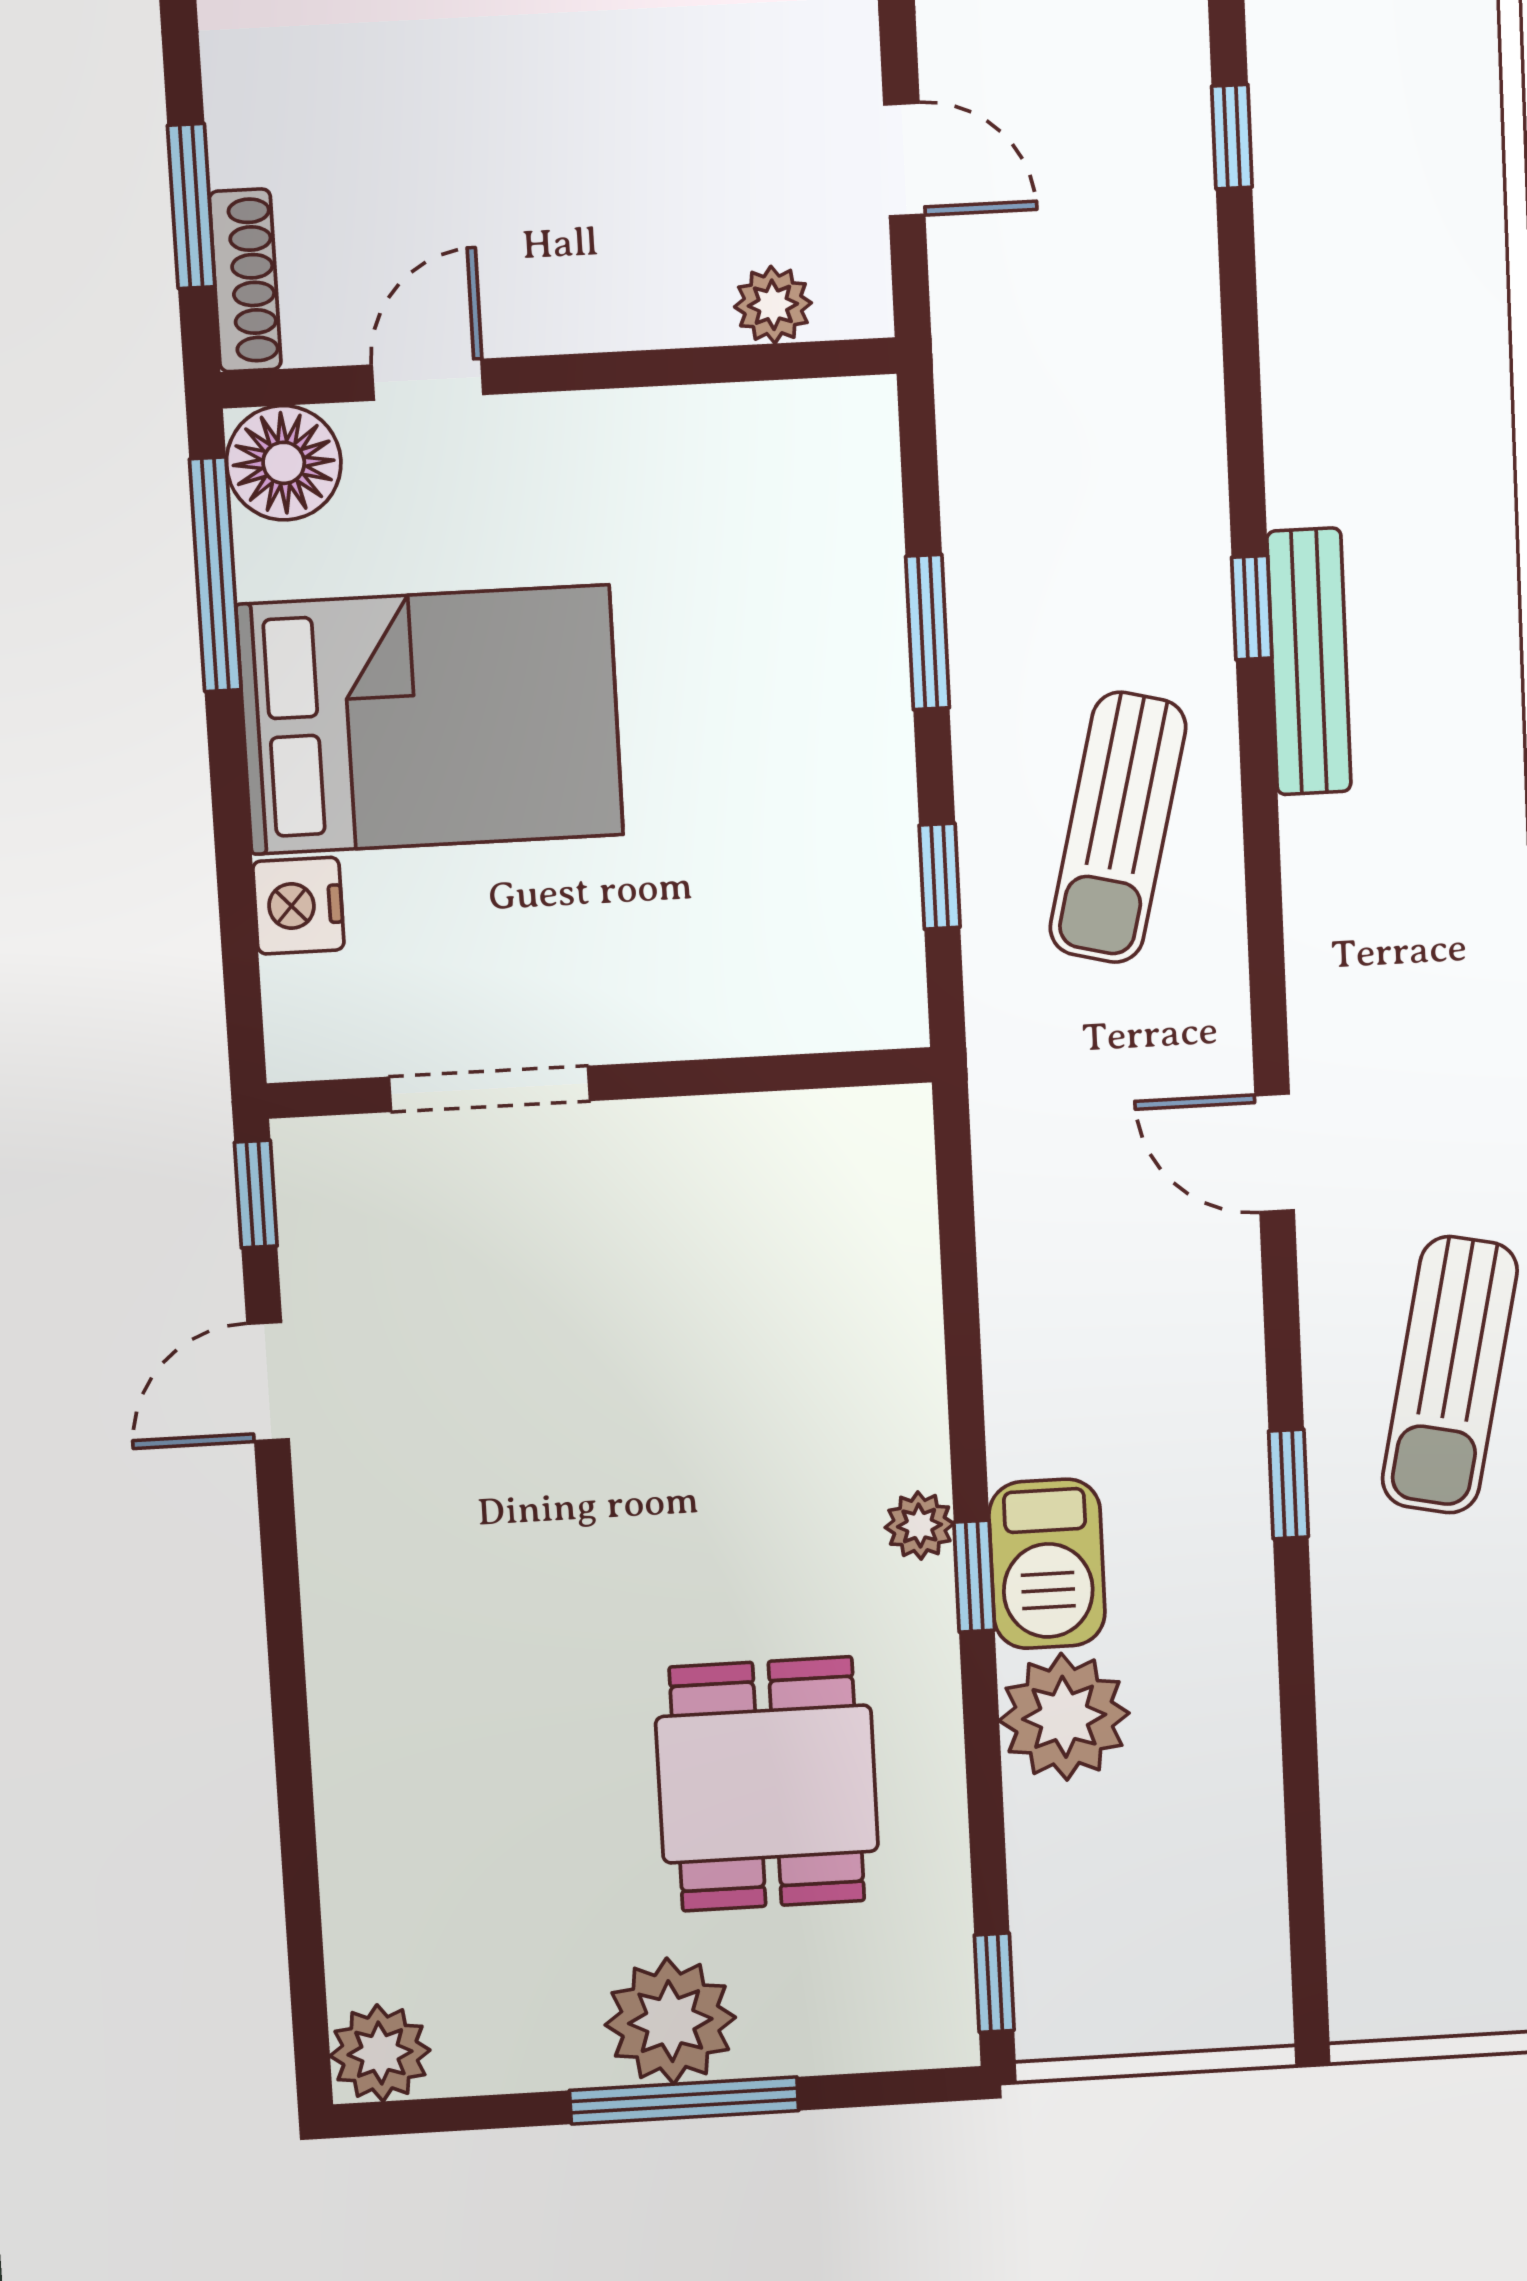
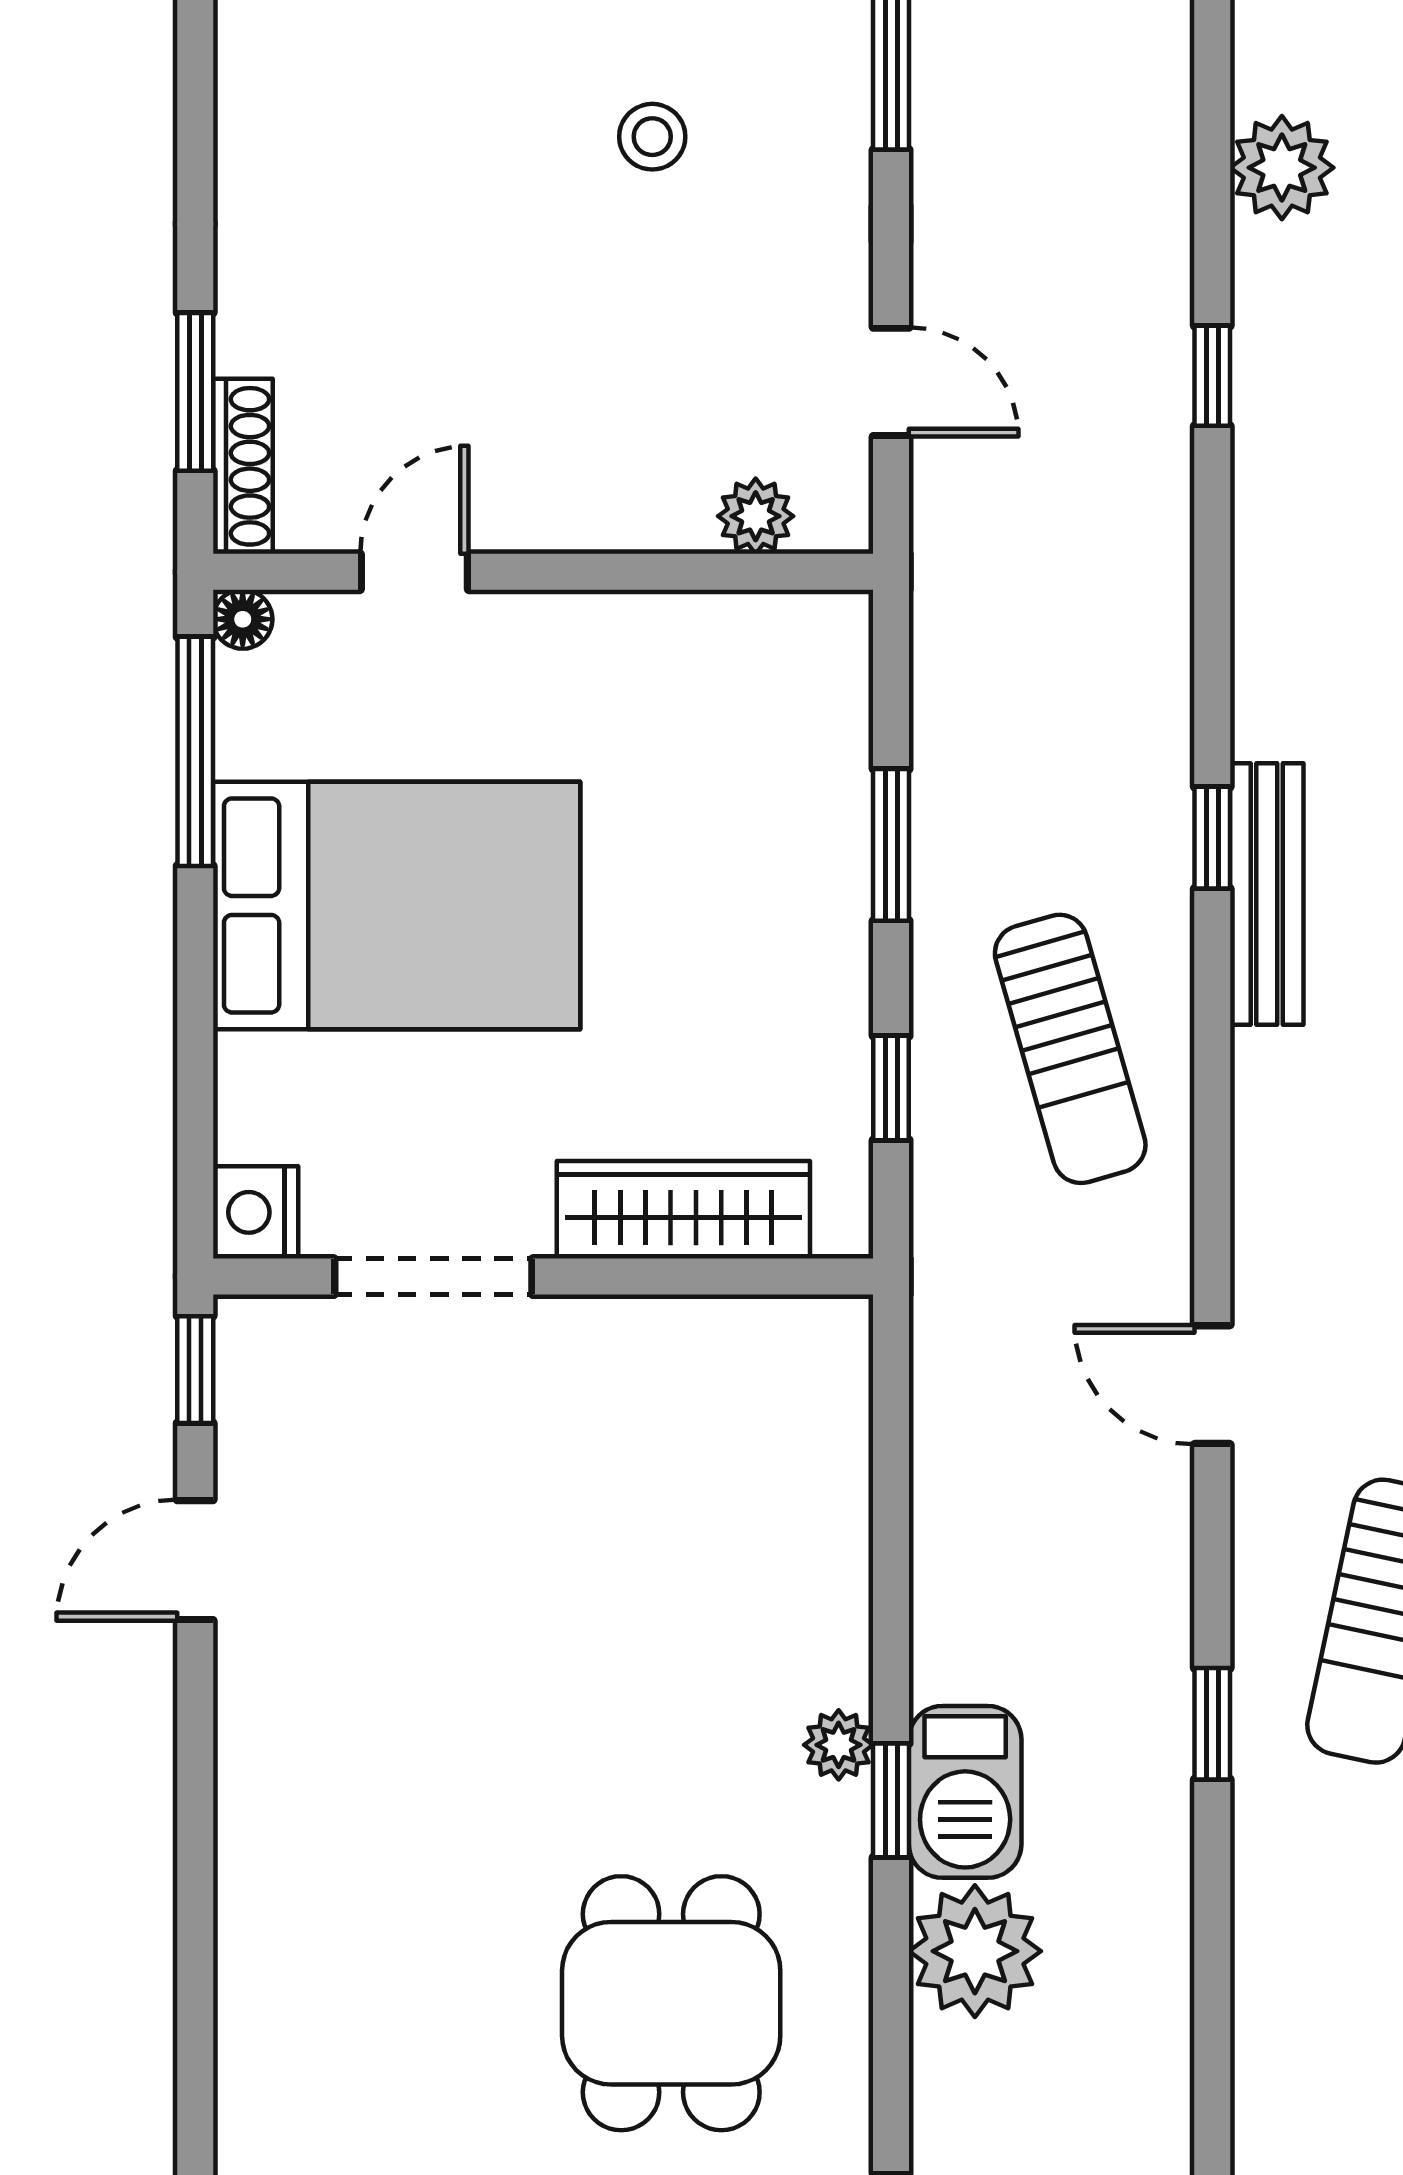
floor lamp: (284, 463) -> (243, 619), width x0.53, depth x0.53
sun lounger: (1118, 827) -> (1070, 1049), turned -30
nightstand: (298, 906) -> (256, 1212), moved
wardrobe: (737, 1009) -> (683, 1210), added

